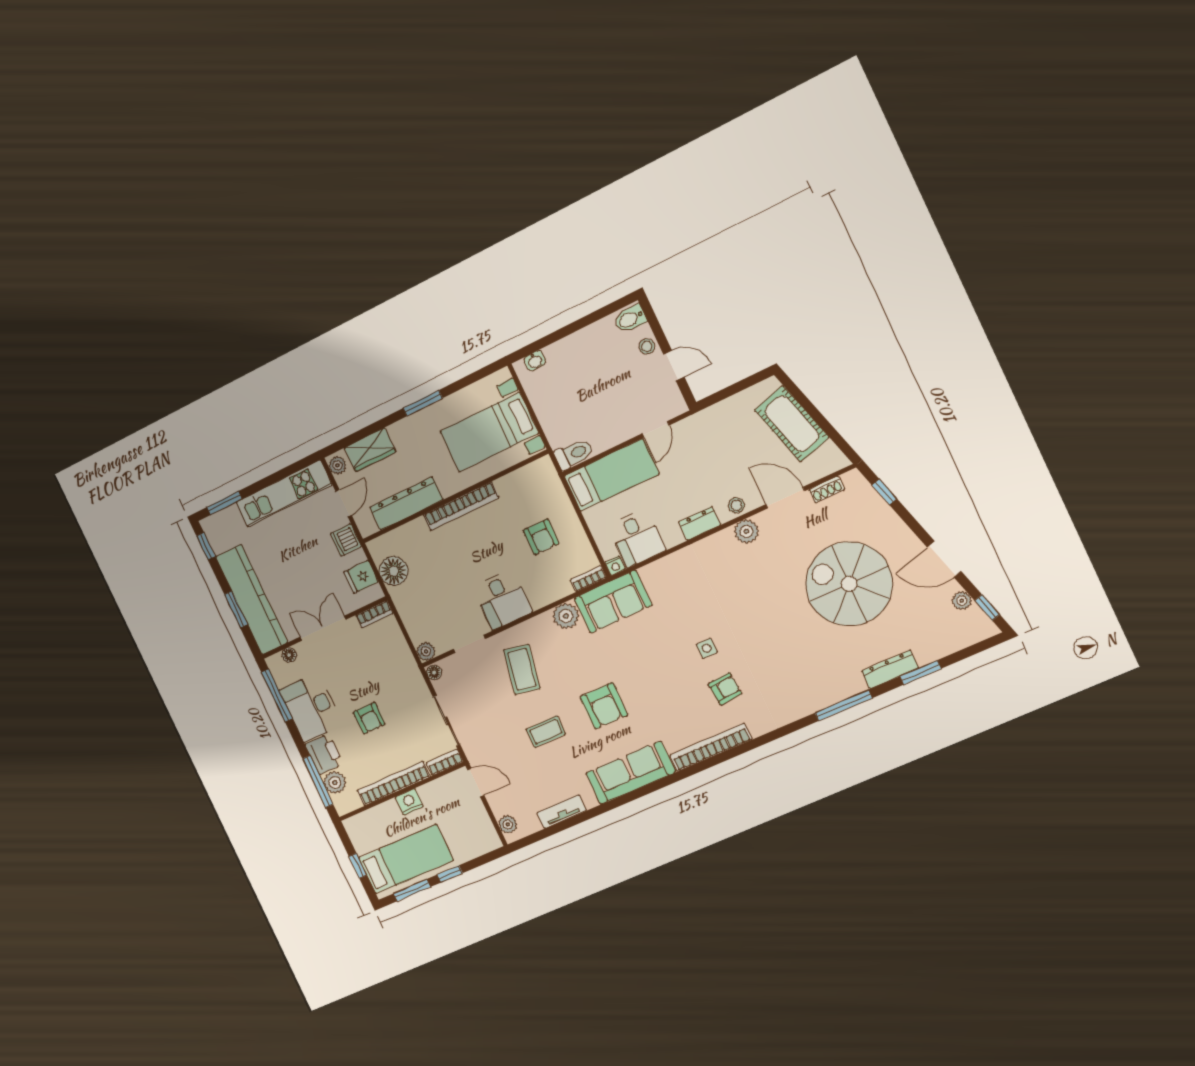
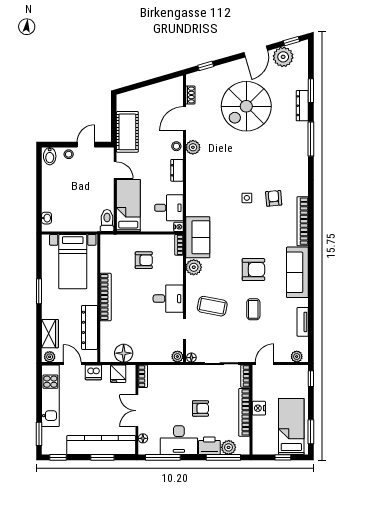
cot: (792, 424) -> (127, 132), moved, turned -74
plant: (962, 601) -> (283, 57), width x1.87, depth x1.87
window: (450, 874) -> (311, 379), moved

